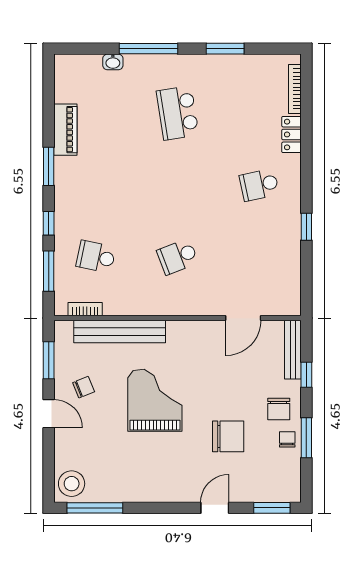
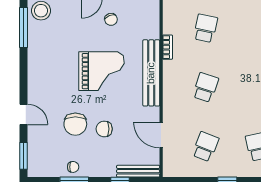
school desk: (178, 257) -> (205, 87), turned 39
school desk: (259, 257) -> (205, 147), added
bookcase: (85, 309) -> (167, 47), moved
bench: (120, 332) -> (151, 73), moved
chair: (279, 409) -> (104, 129), moved

